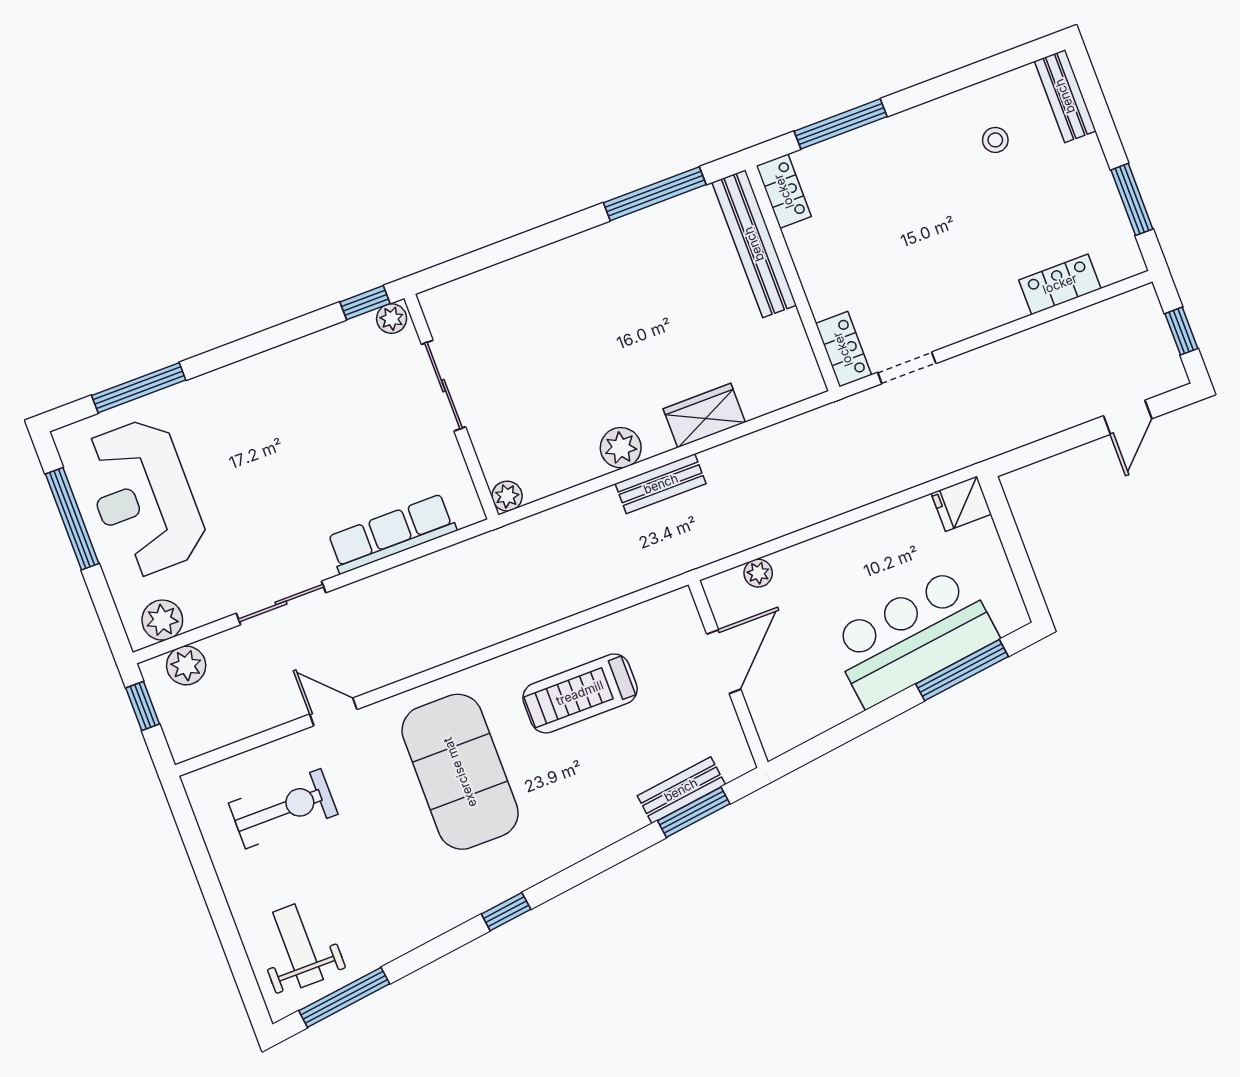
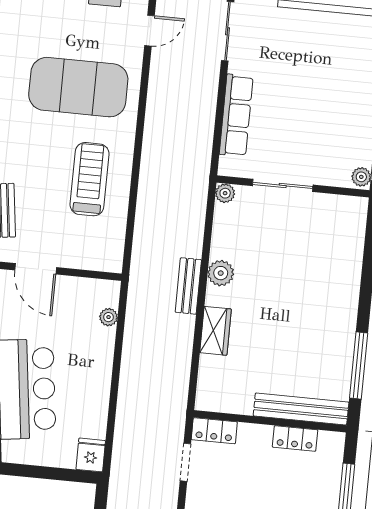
locker: (784, 191) -> (295, 438), moved
sliding door: (443, 386) -> (283, 185), moved
door: (724, 662) -> (36, 269), moved

